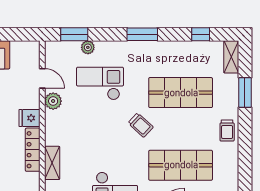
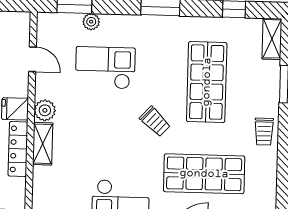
shop shelf: (181, 93) -> (207, 82), turned 90
plant: (53, 101) -> (45, 110), moved
shelving: (52, 163) -> (43, 144), moved

